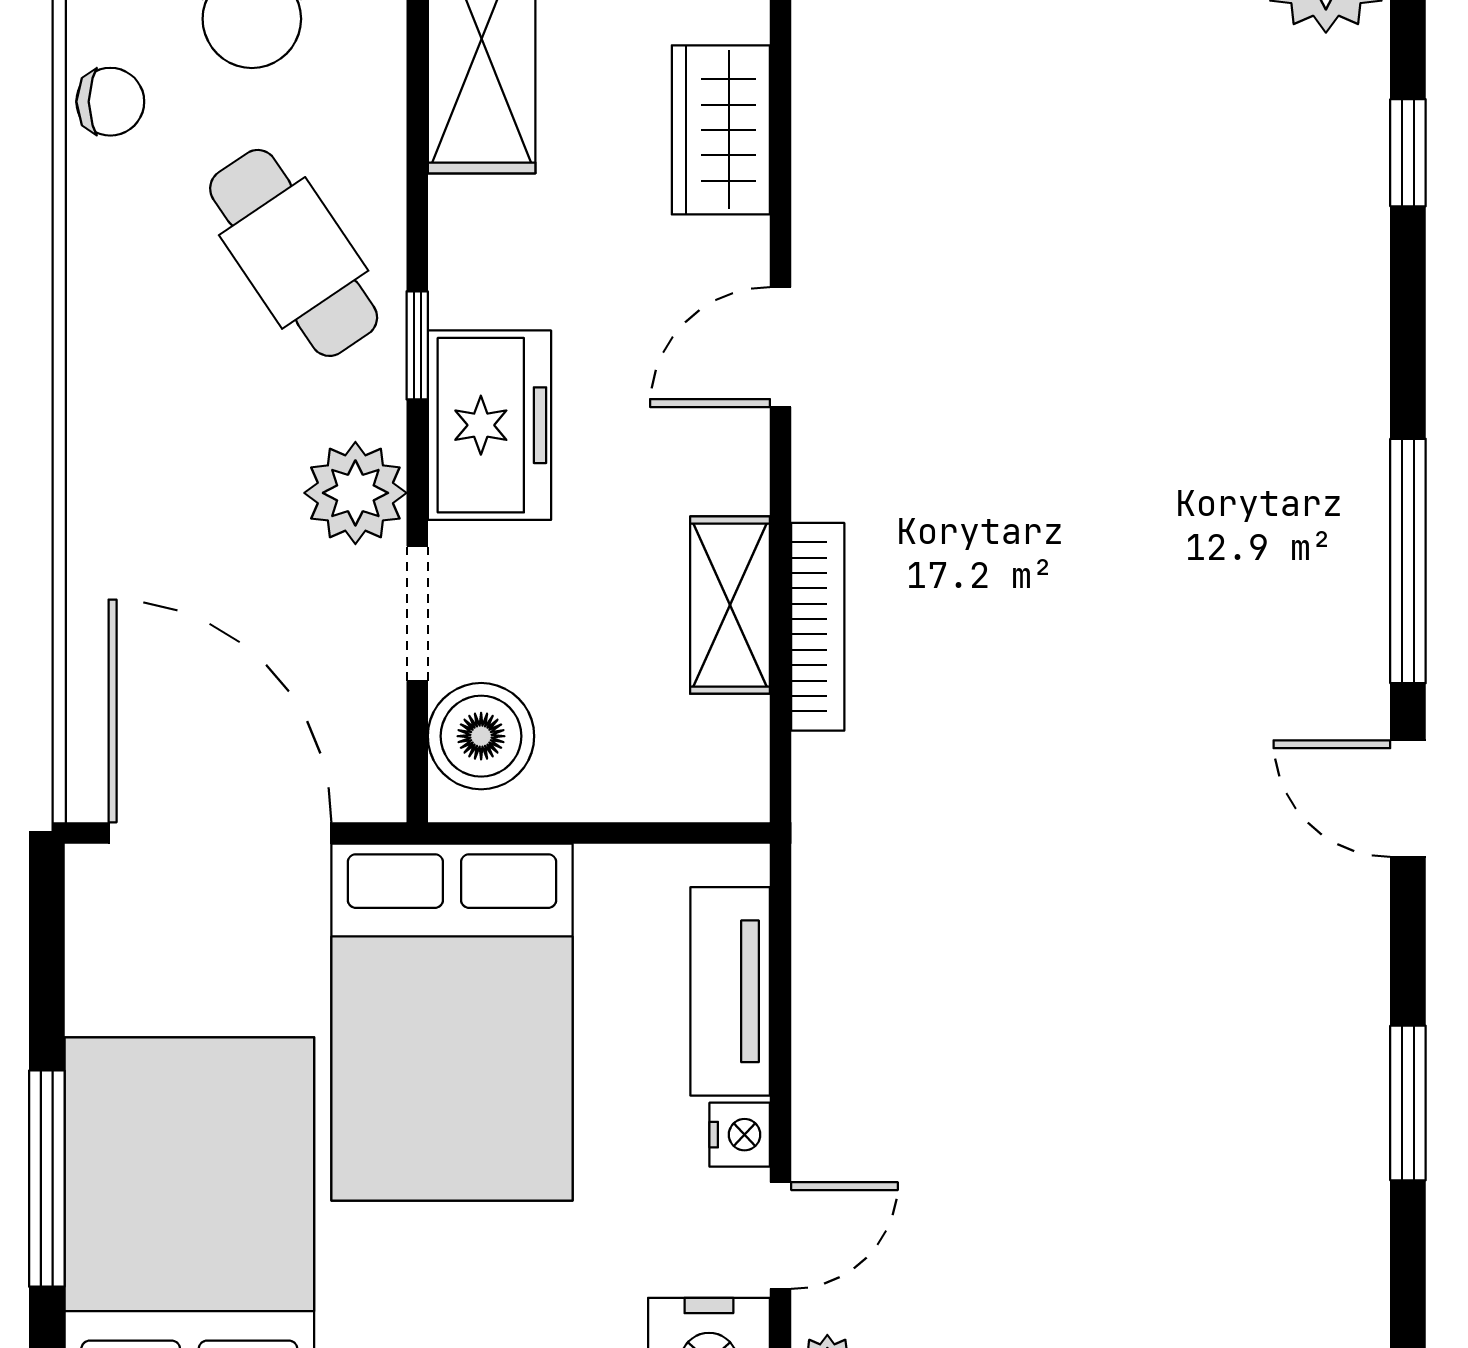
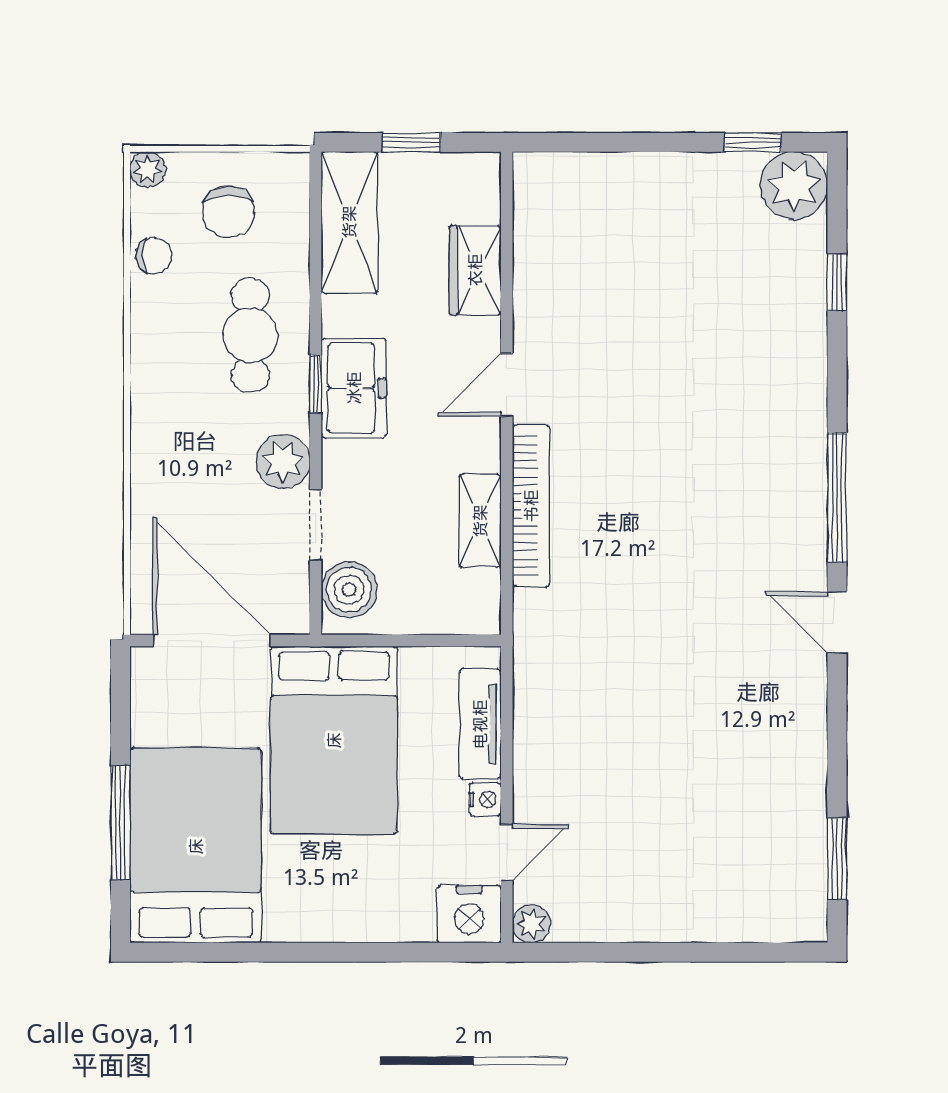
cafe table: (294, 253) -> (250, 335), turned 34
freezer: (489, 425) -> (354, 388), moved
bookcase: (818, 627) -> (531, 506), width x1.48, depth x1.31
window: (1408, 1103) -> (837, 859), moved

